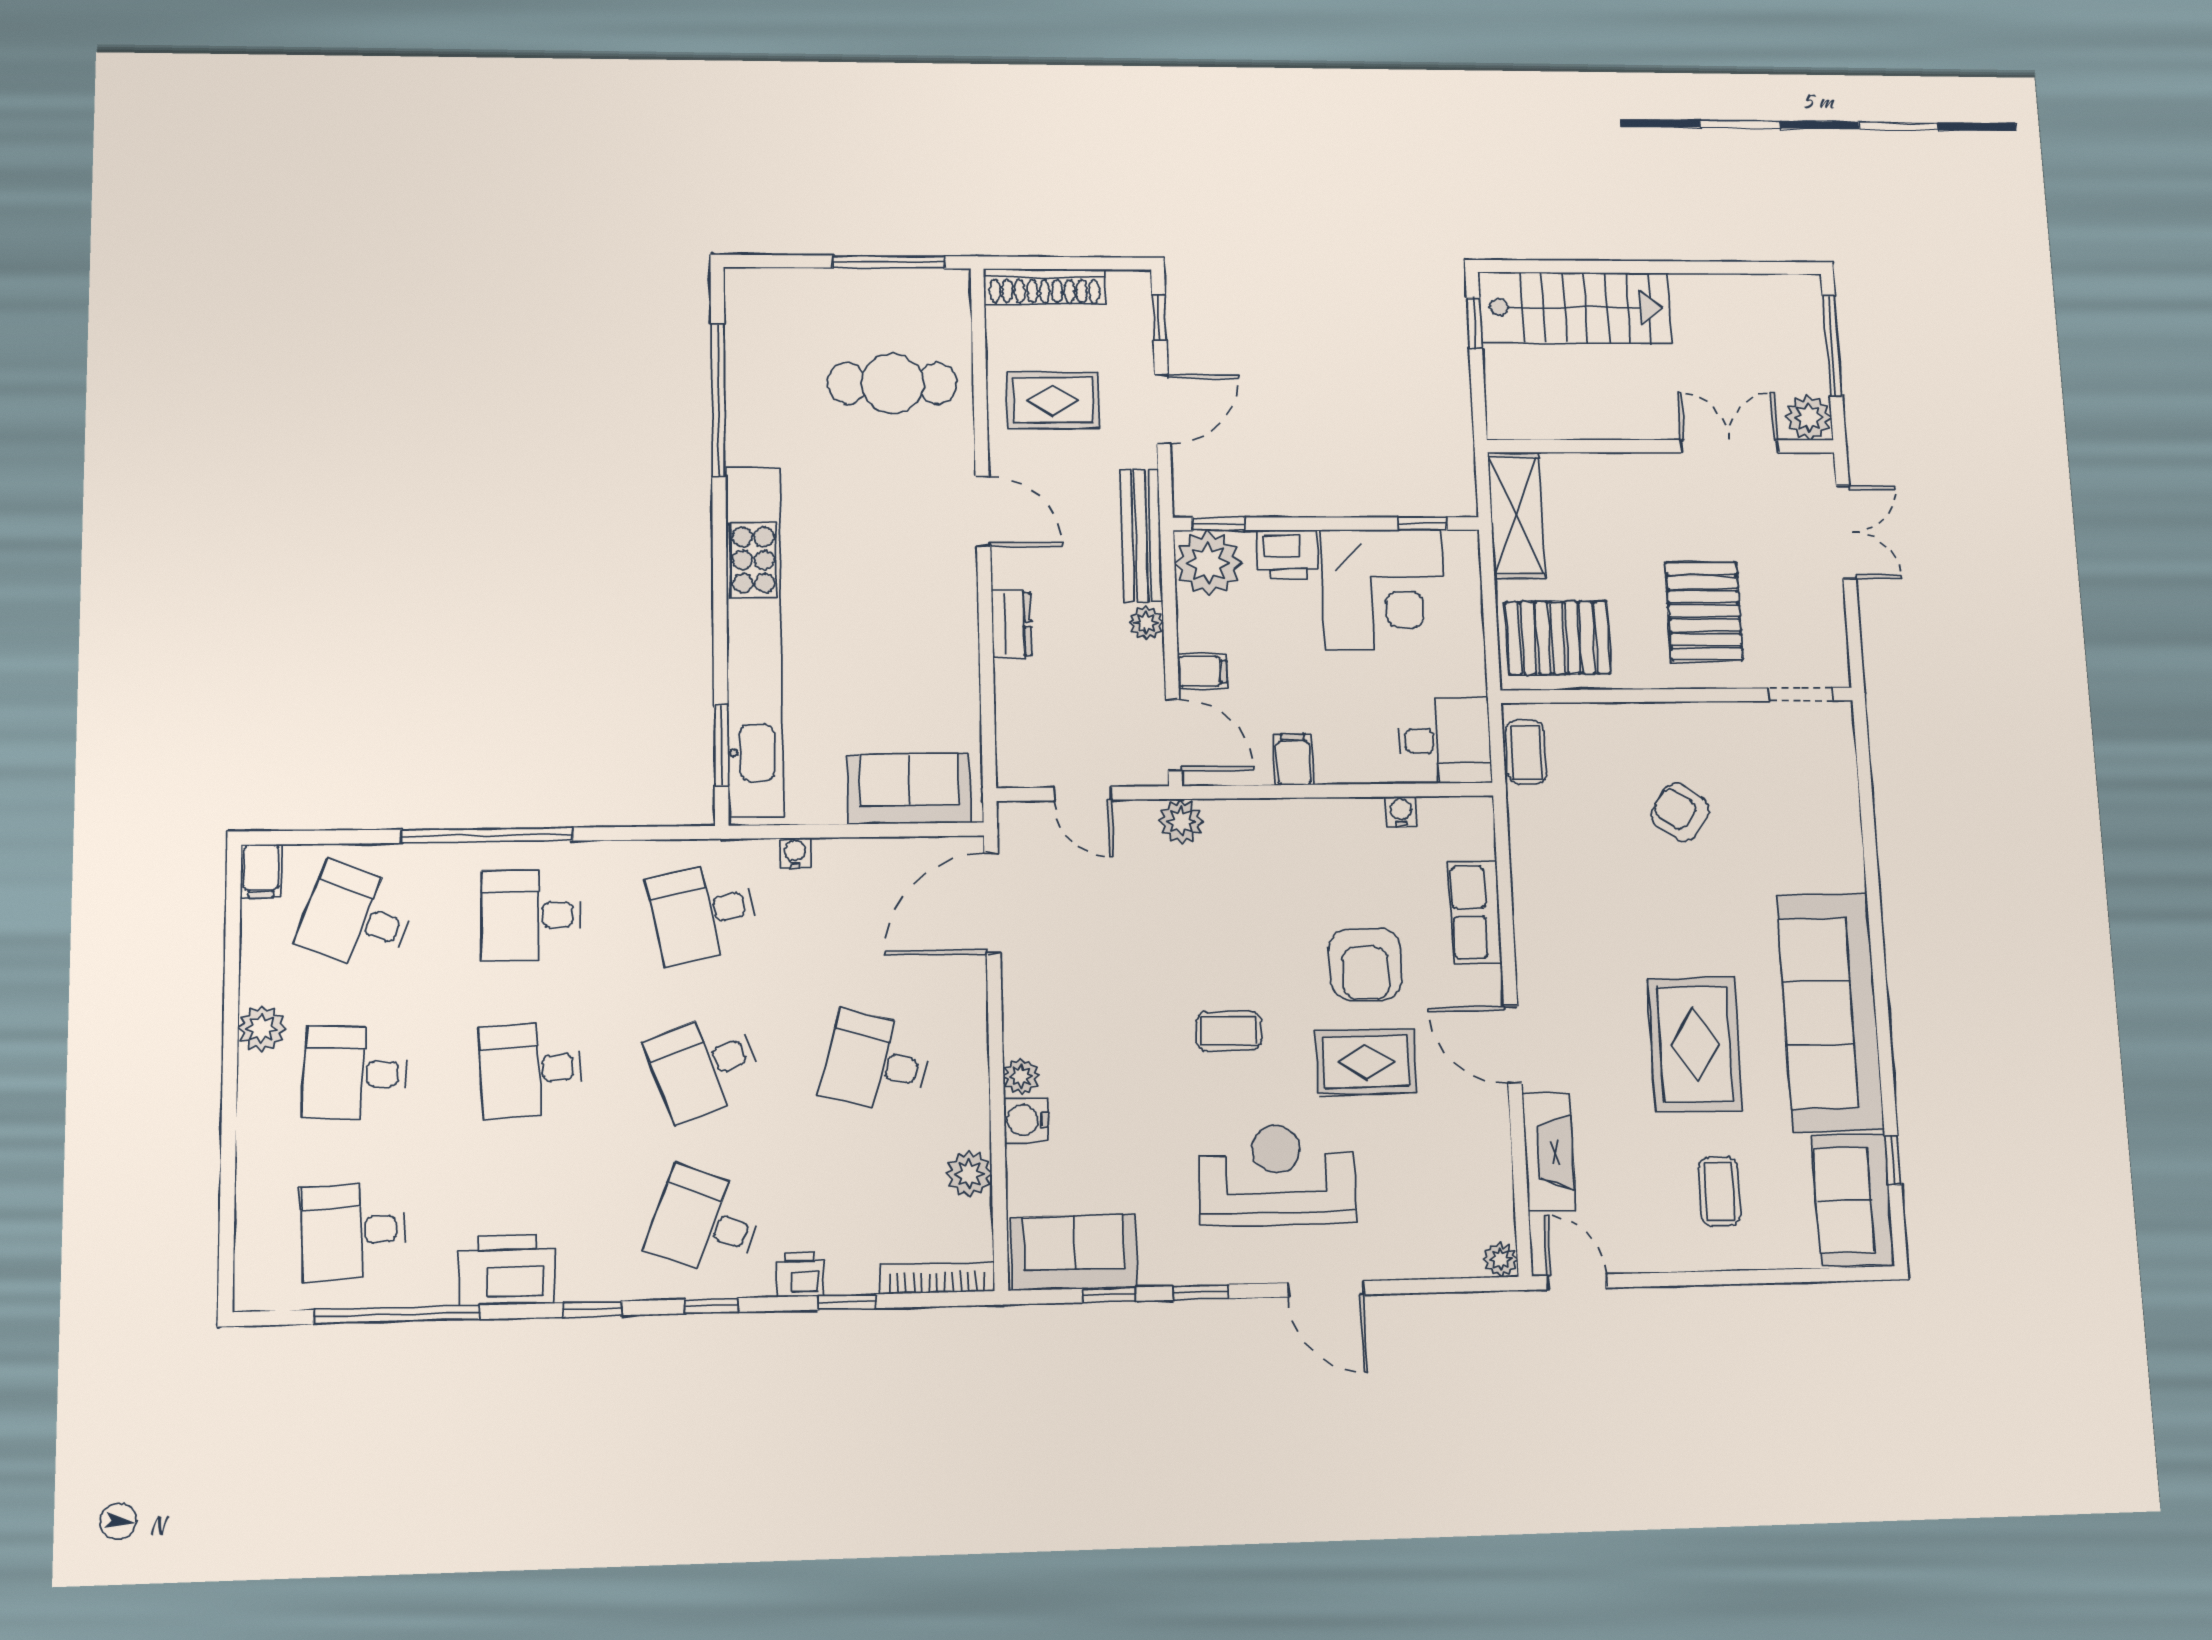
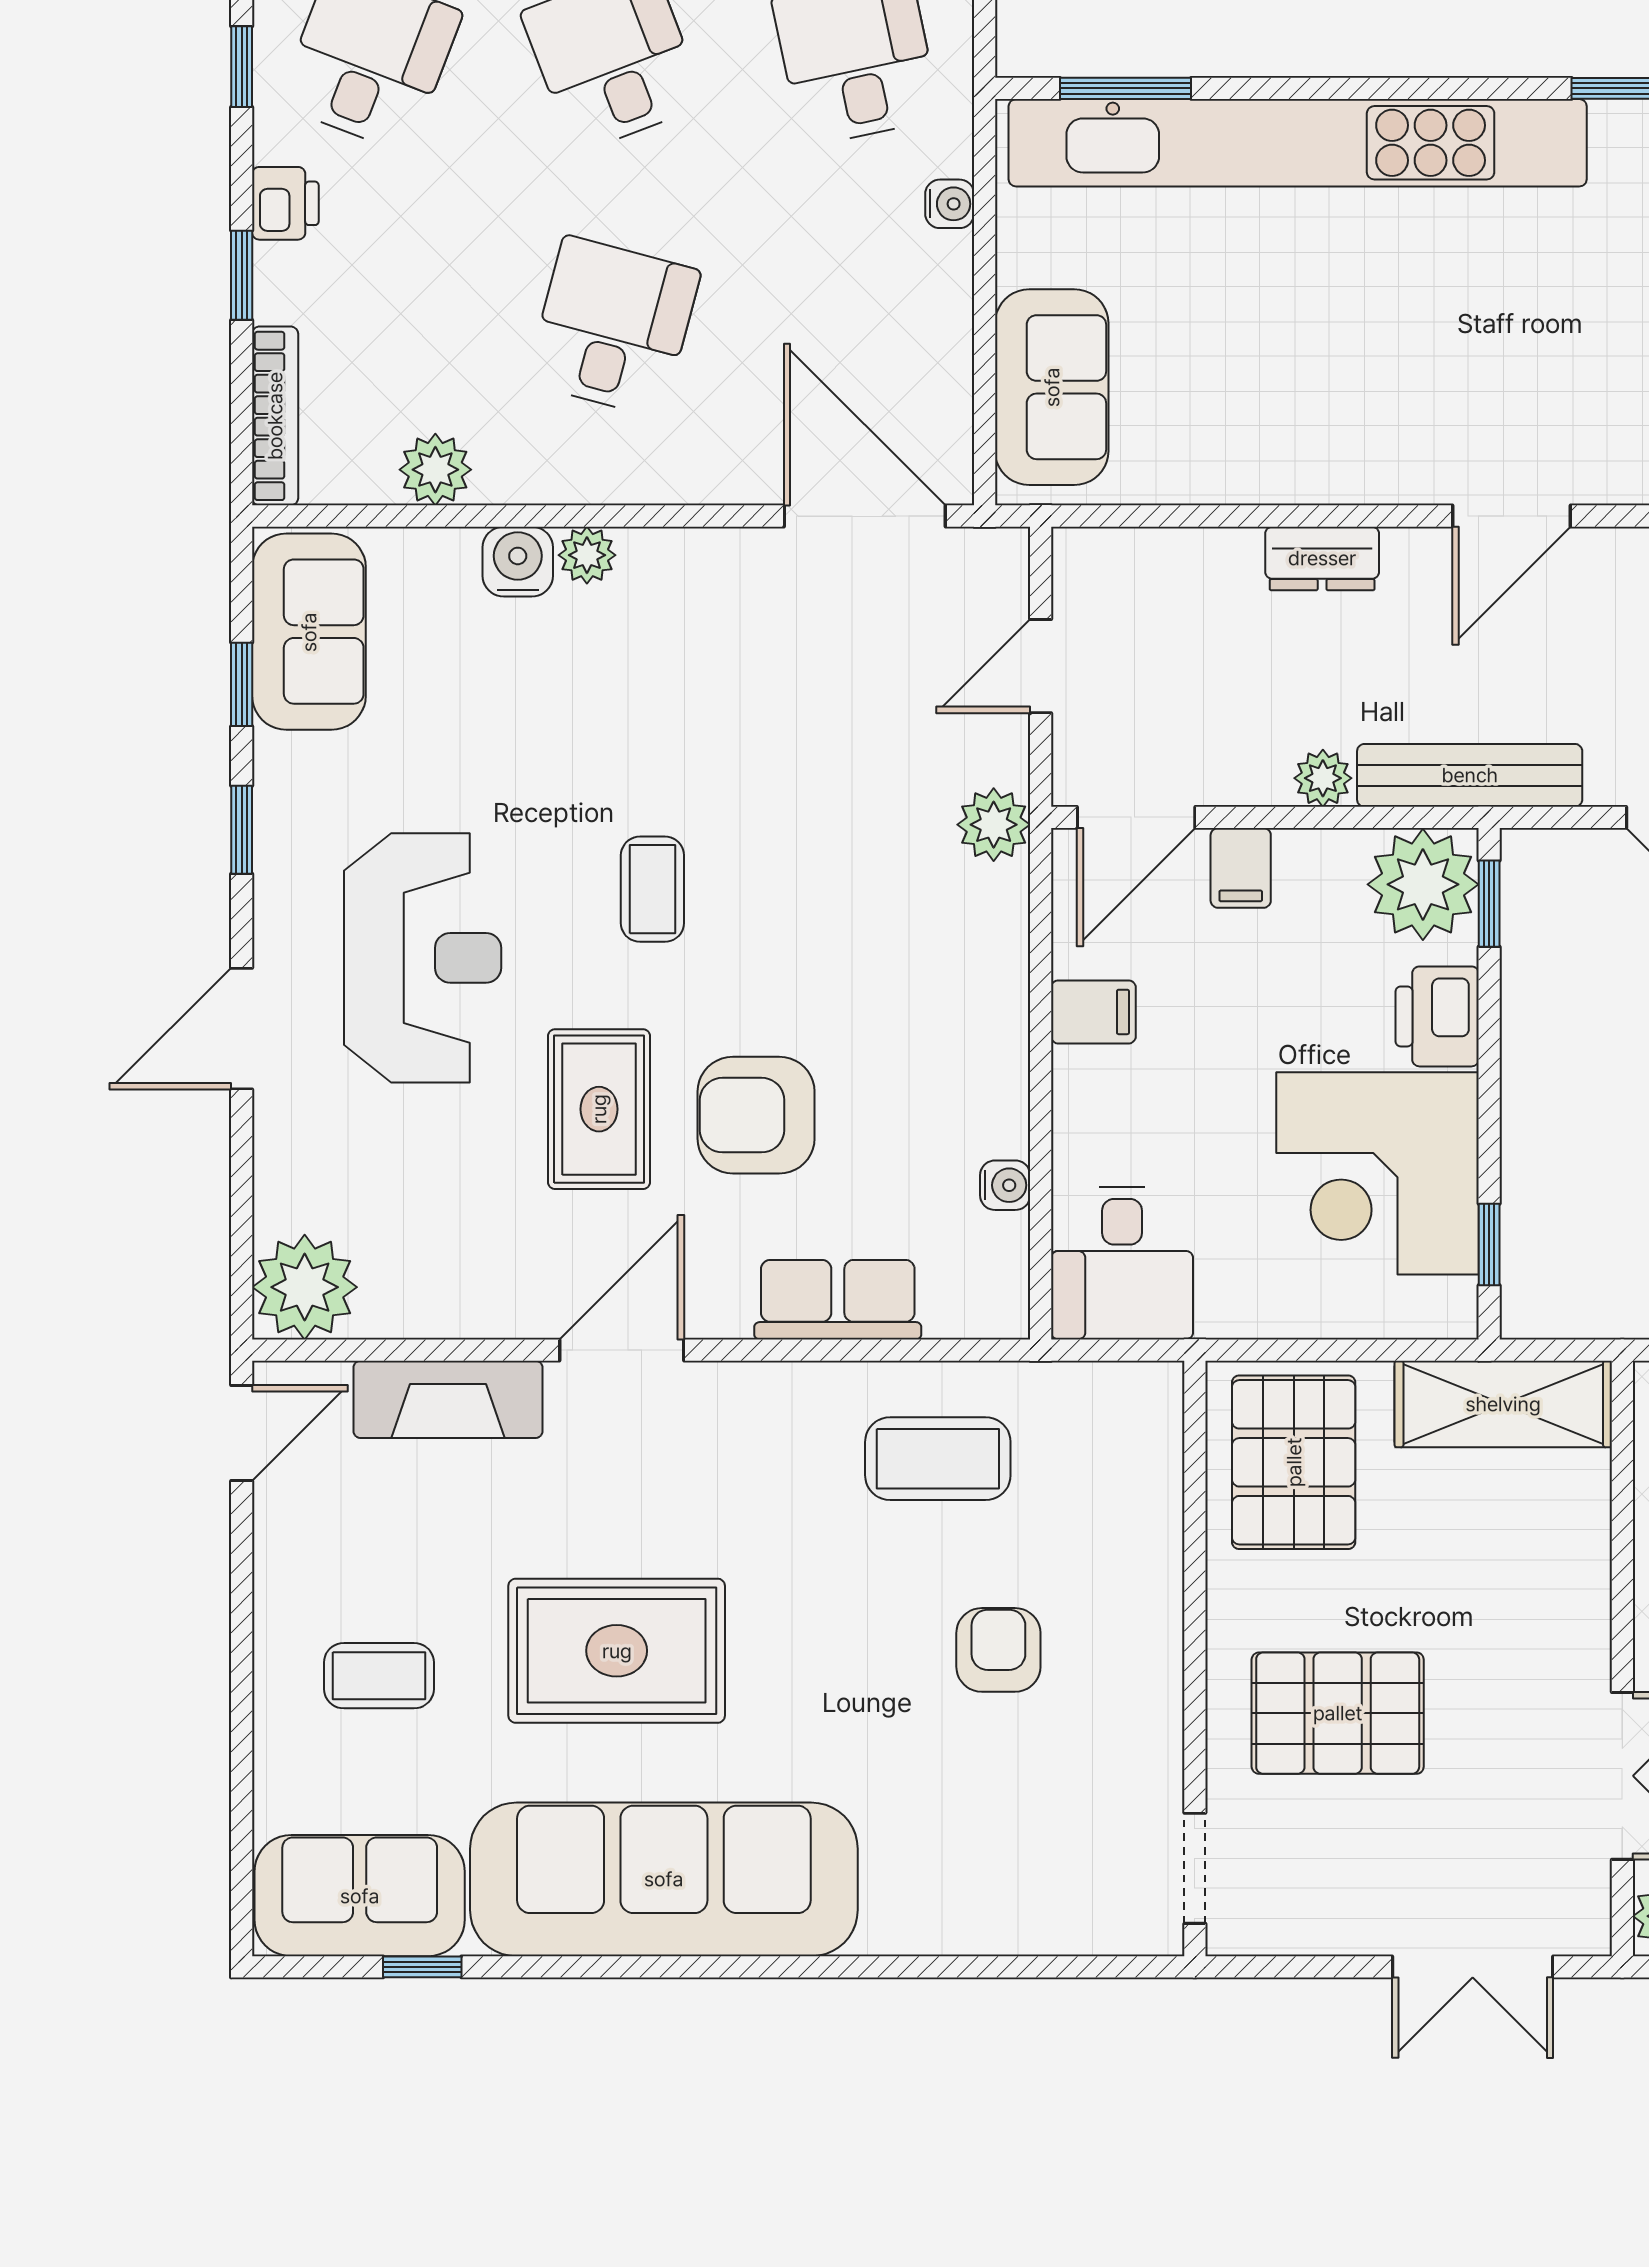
coffee table: (1526, 752) -> (938, 1459), moved, width x1.36, depth x1.30
armchair: (1680, 812) -> (998, 1650), turned -36
plant: (1501, 1259) -> (305, 1287), width x1.88, depth x1.88

